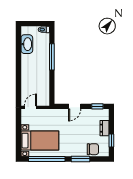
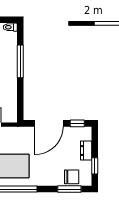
door: (75, 106) -> (49, 123), width x1.88
window: (80, 159) -> (69, 189), moved

